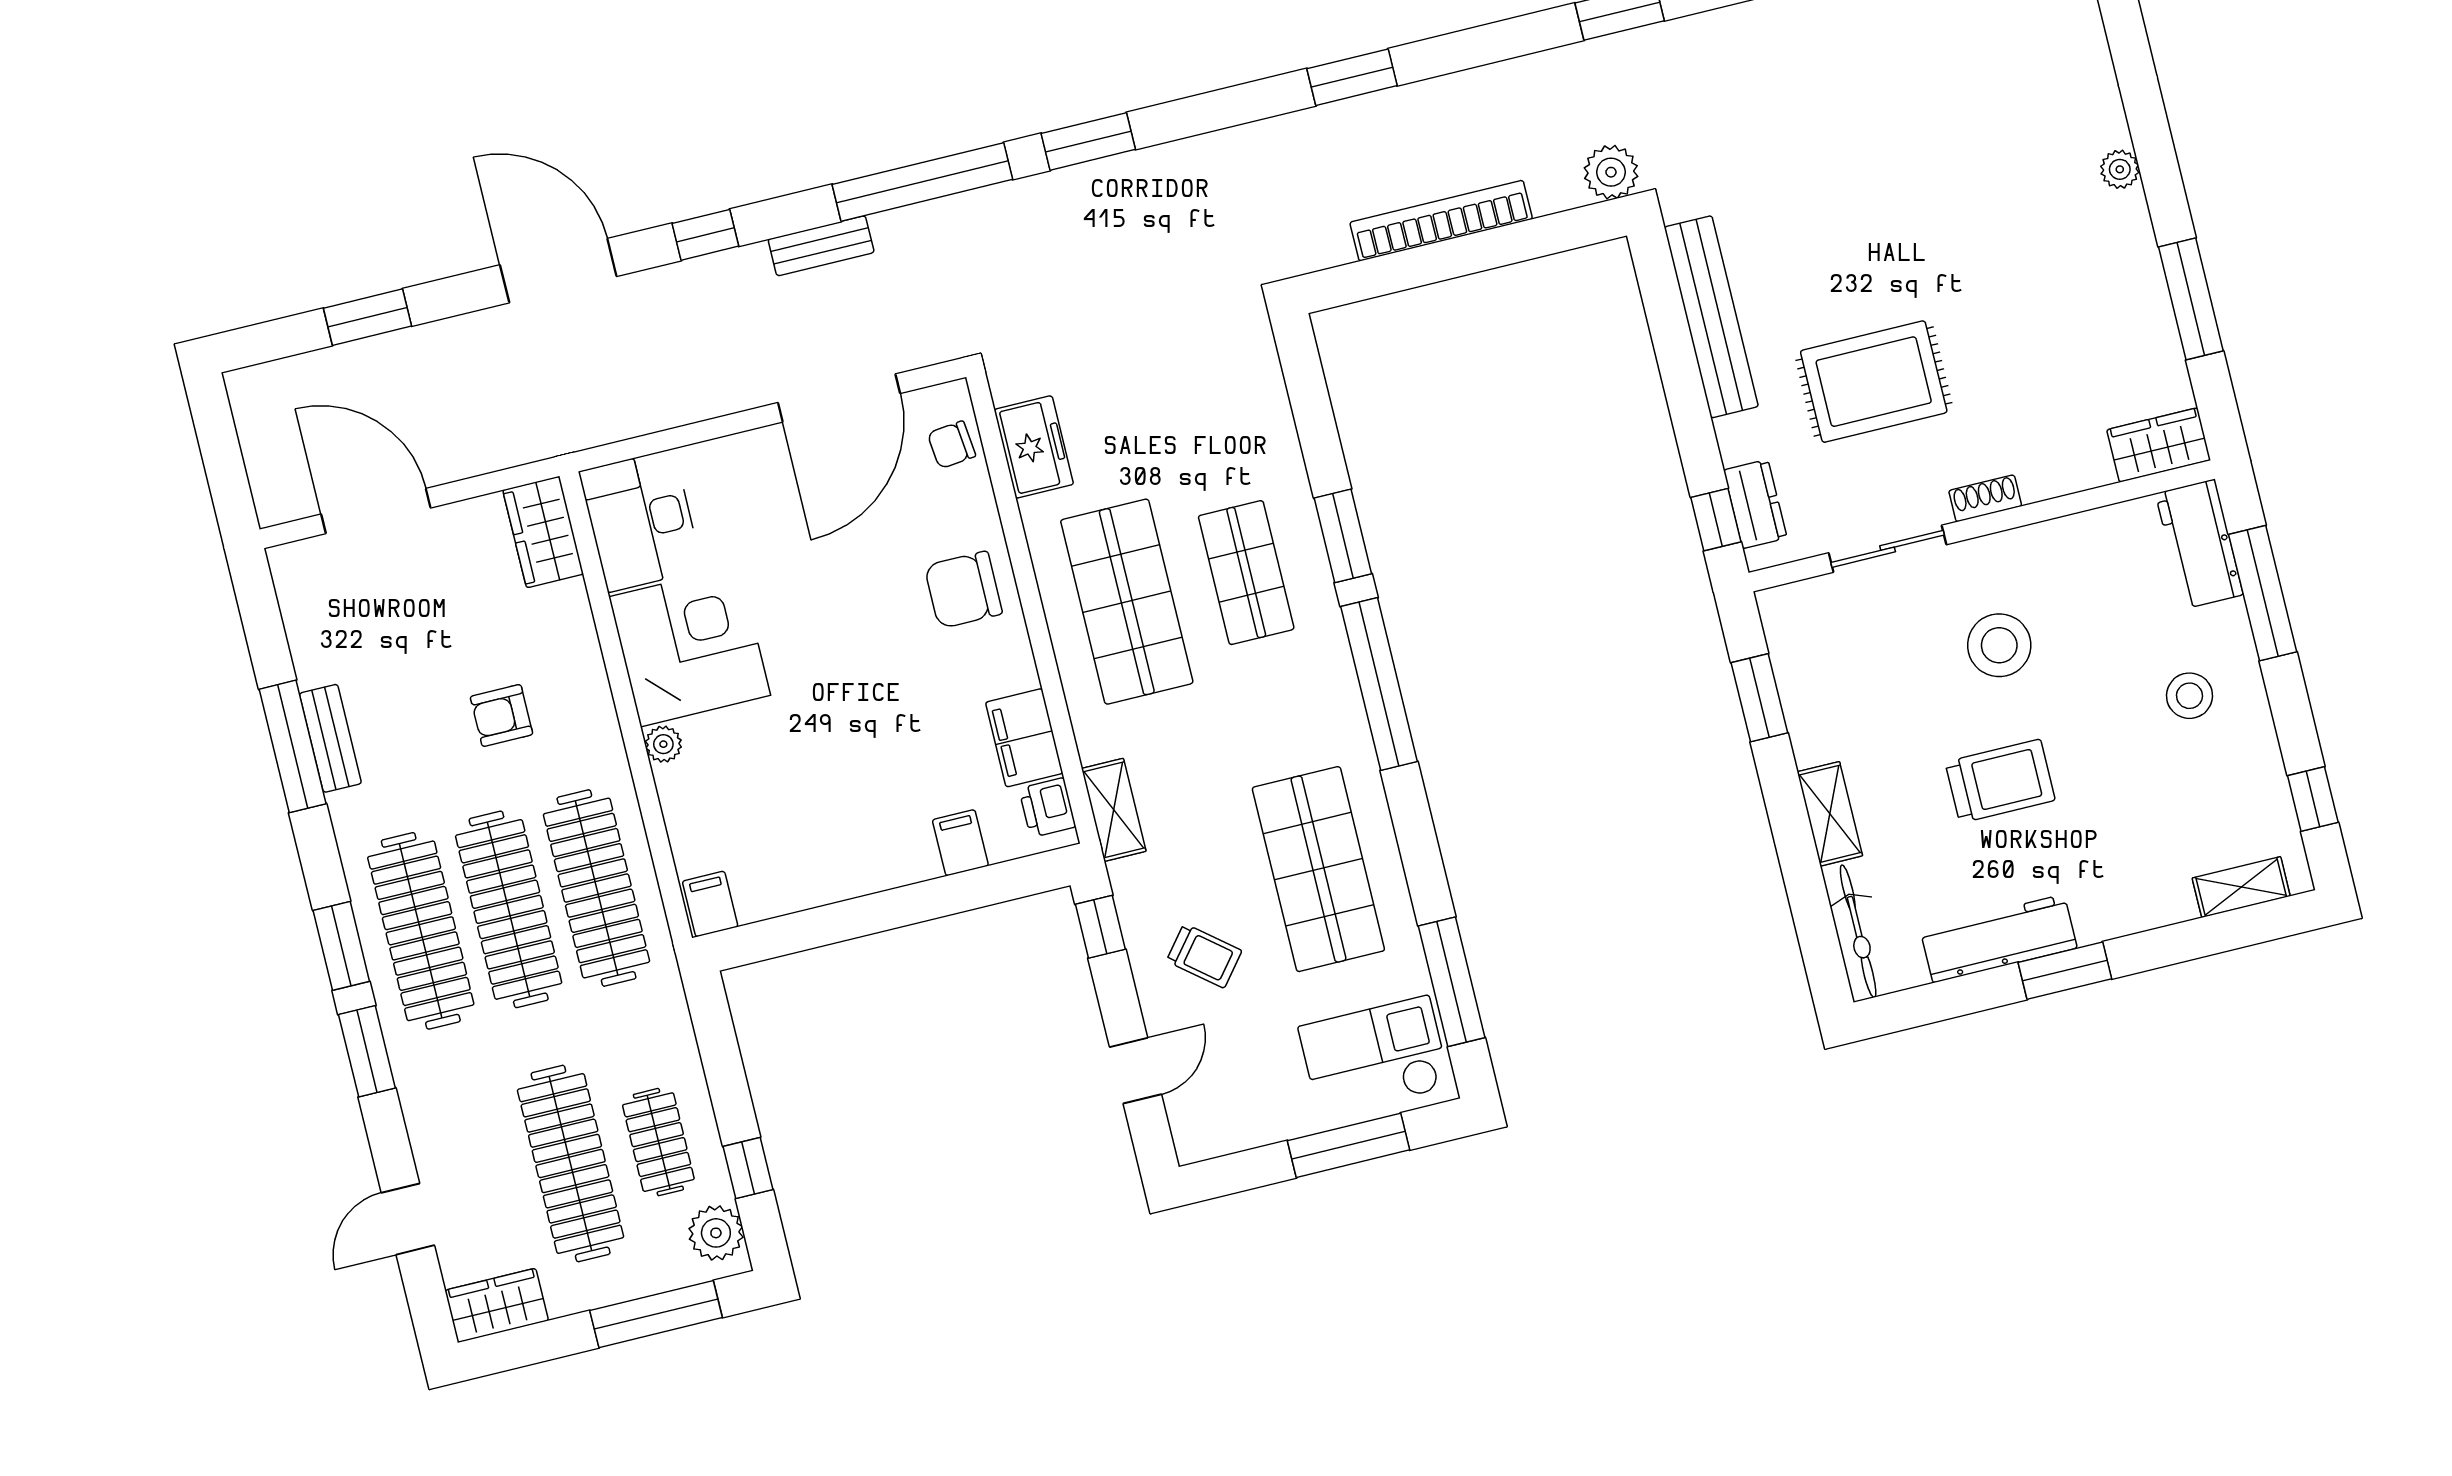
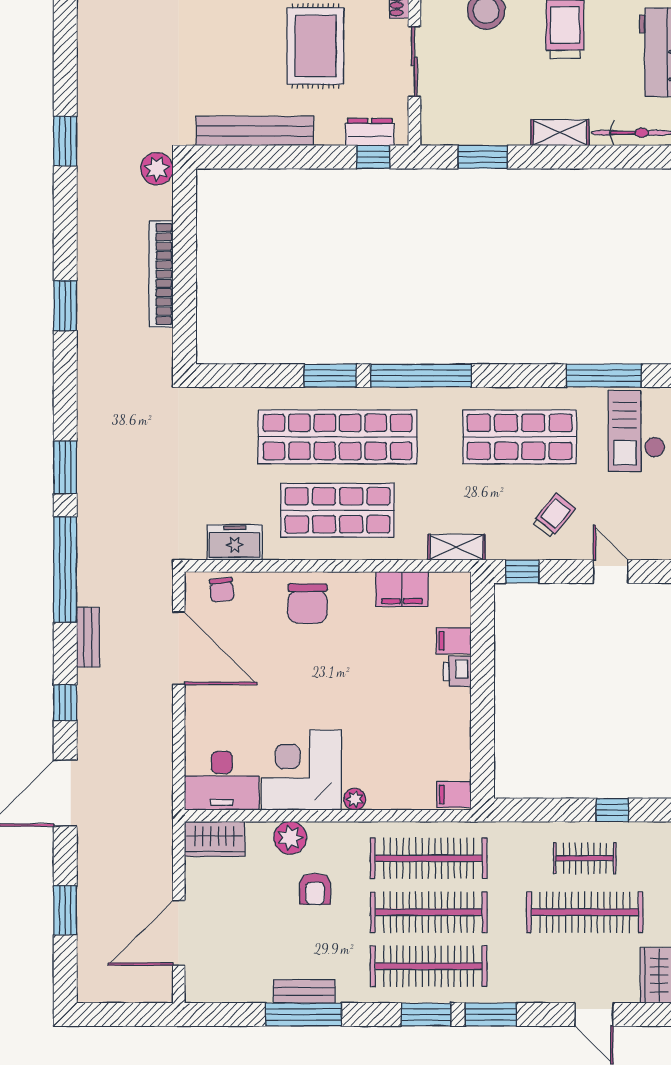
shop shelf: (1246, 573) -> (338, 437), width x2.00, depth x1.36
printer: (1047, 808) -> (457, 671), moved, turned 90
plant: (716, 1233) -> (290, 838), moved

